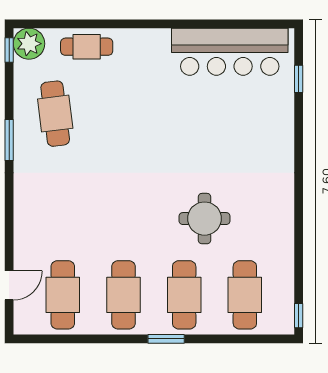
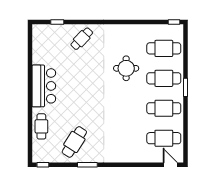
plant: (29, 44) -> (40, 155), removed
bar counter: (230, 52) -> (44, 86), moved, width x0.73
cafe table: (55, 114) -> (74, 142), turned -51
cafe table: (265, 128) -> (82, 39), added
door: (9, 285) -> (170, 165), moved

